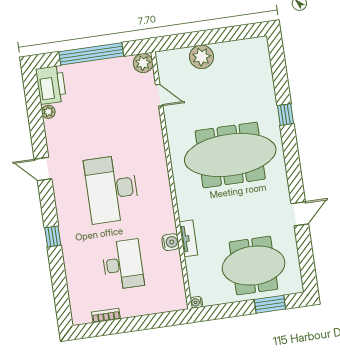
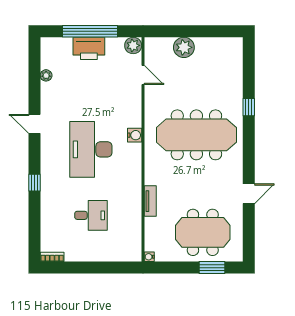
printer: (51, 85) -> (89, 48), moved, turned 90
water cooler: (171, 242) -> (135, 135), moved
desk: (123, 264) -> (91, 215), width x0.73
bookcase: (106, 315) -> (52, 257), moved

